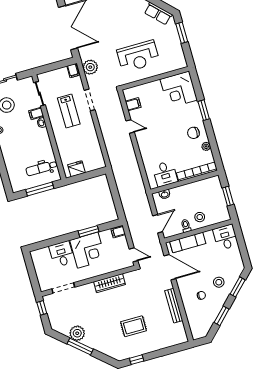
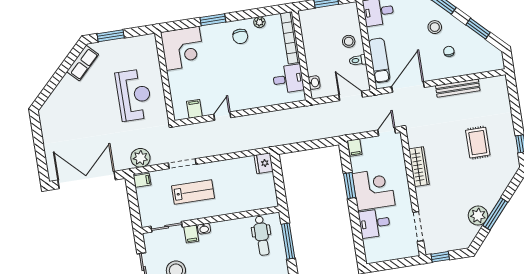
fridge: (76, 169) -> (264, 163), moved

